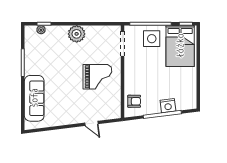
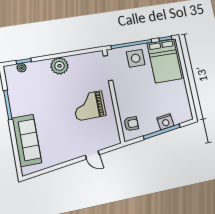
grand piano: (97, 77) -> (89, 106), turned 180

